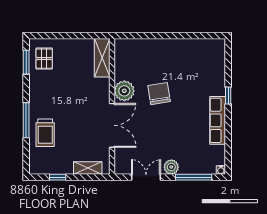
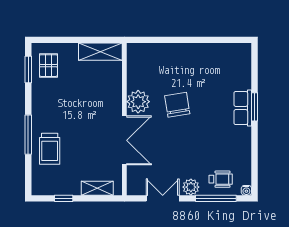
shelving: (102, 58) -> (100, 52), moved, turned 90
window: (228, 96) -> (254, 107), width x1.50
row of seats: (218, 120) -> (243, 108), moved, width x0.68
wheelchair: (198, 160) -> (221, 179), added

